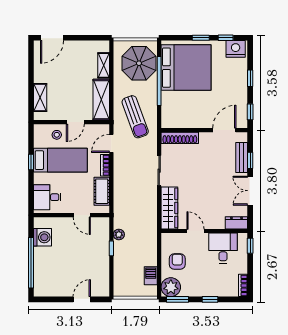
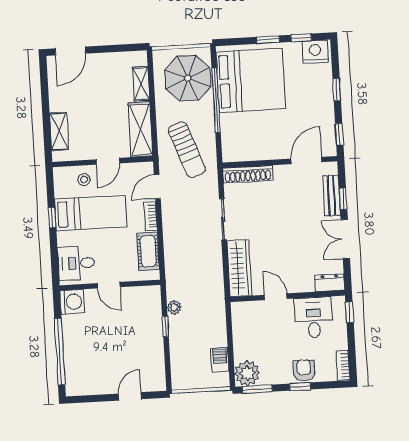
door: (82, 215) -> (109, 285), moved
washing machine: (43, 237) -> (72, 302), moved
armchair: (177, 261) -> (304, 370), moved

